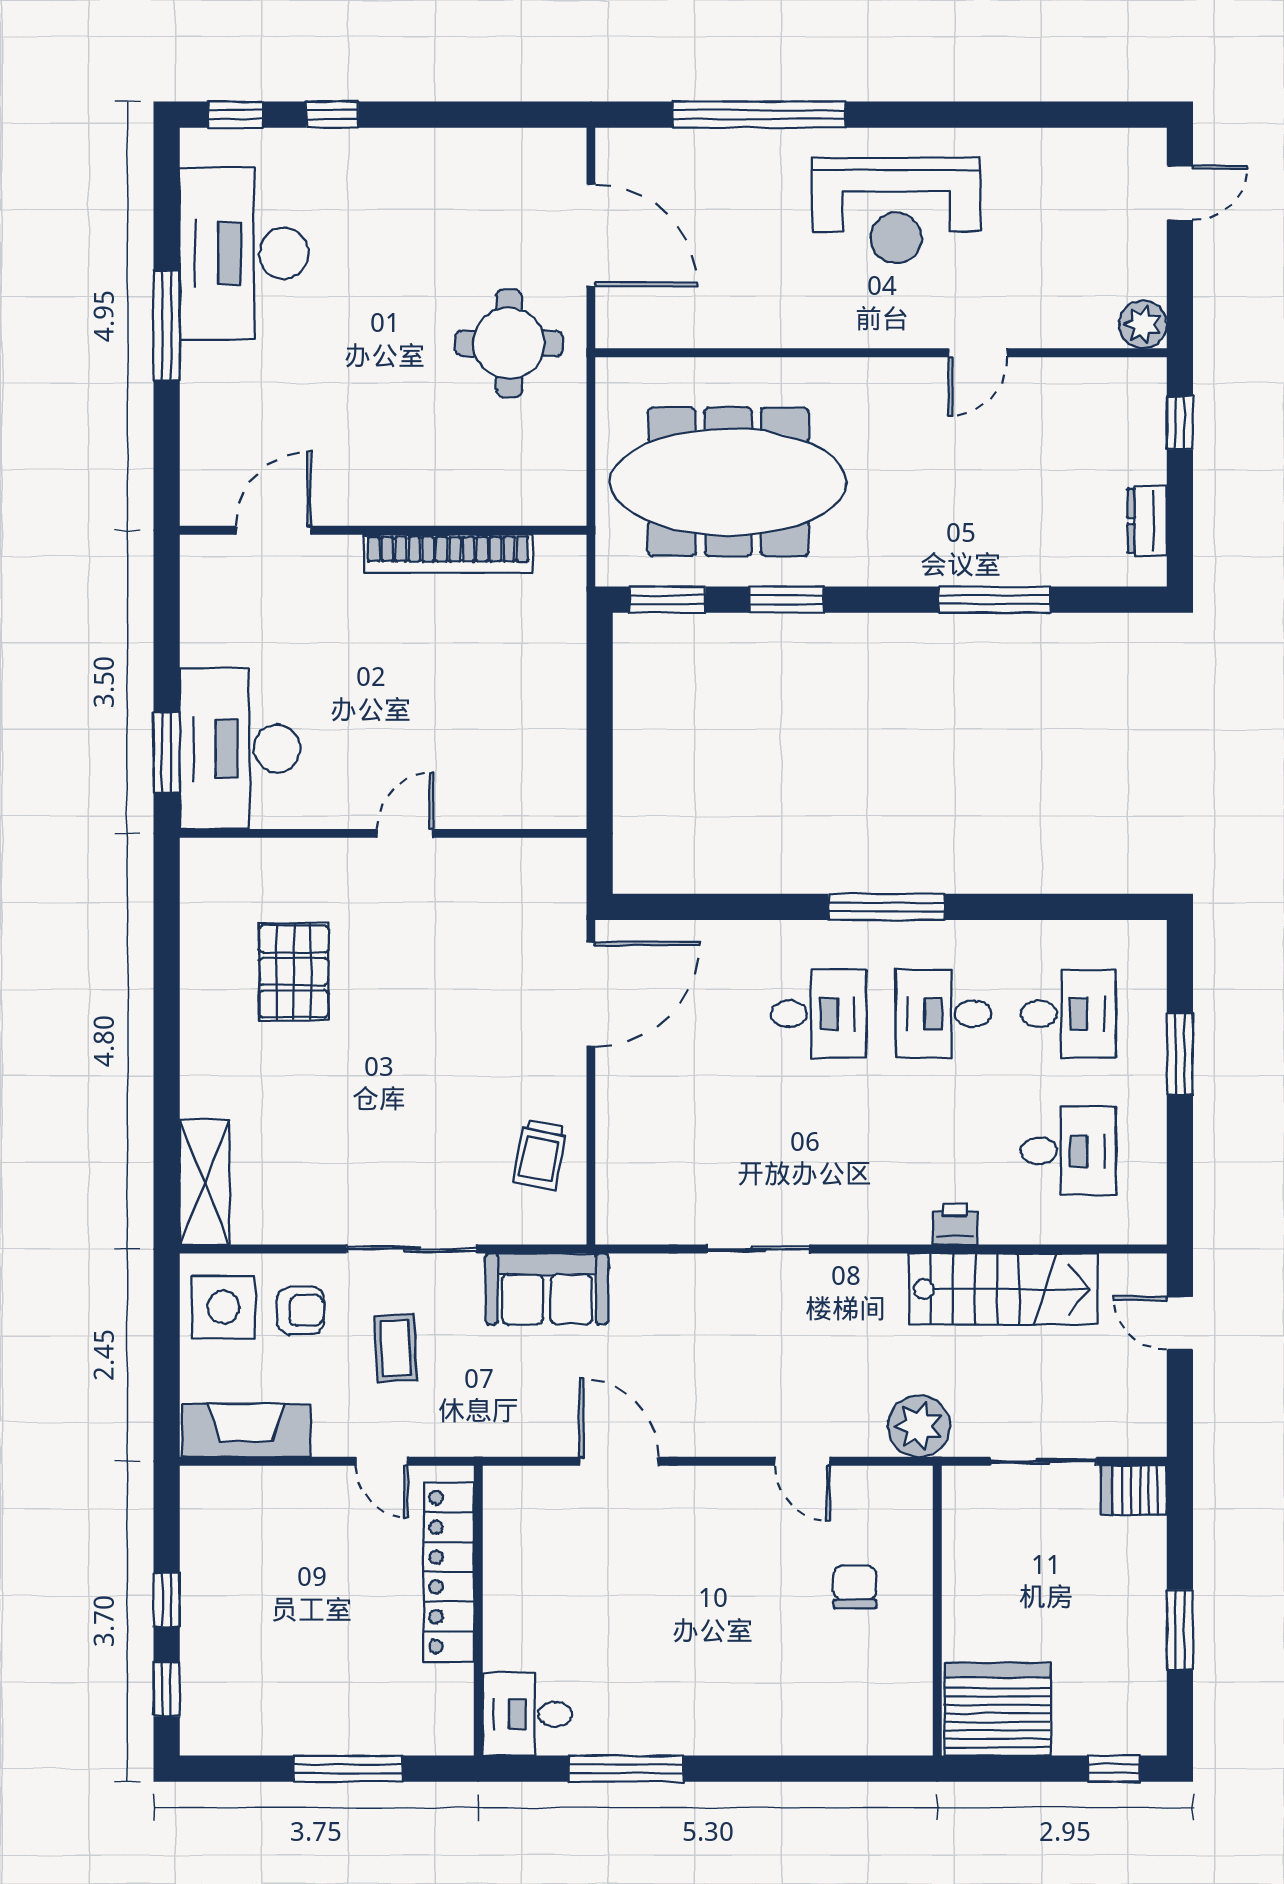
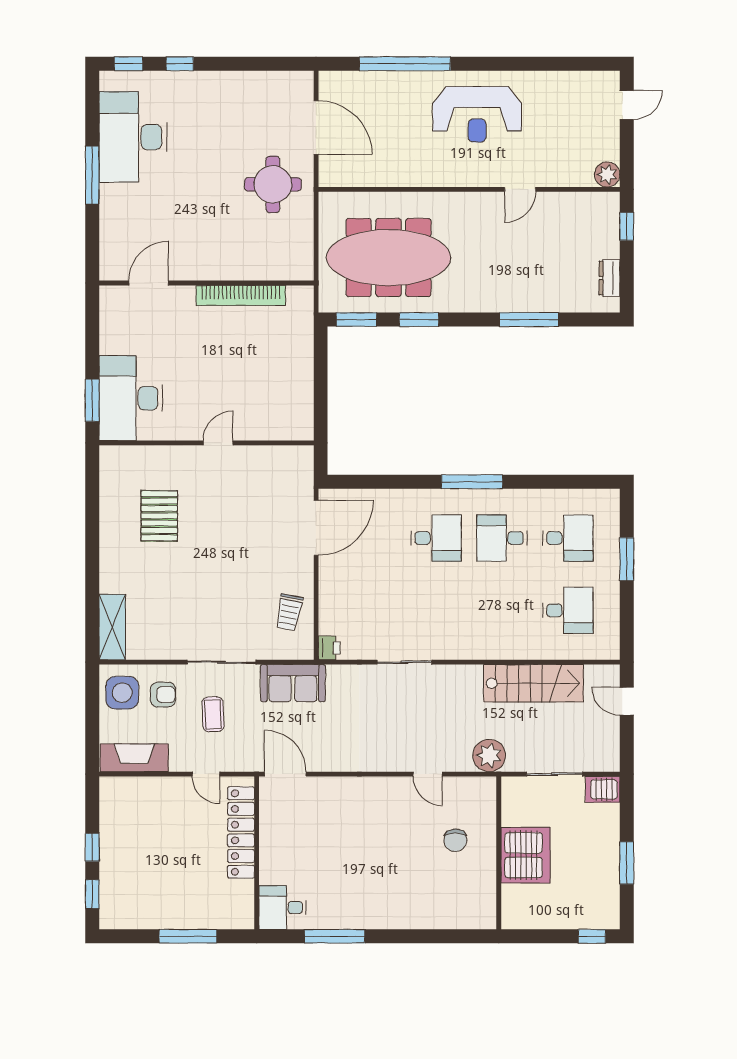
printer: (955, 1224) -> (329, 648), moved, turned 90
door: (619, 1461) -> (285, 774), moved
chair: (855, 1587) -> (455, 840), turned 180
server rack: (998, 1709) -> (526, 855), moved, turned 90

